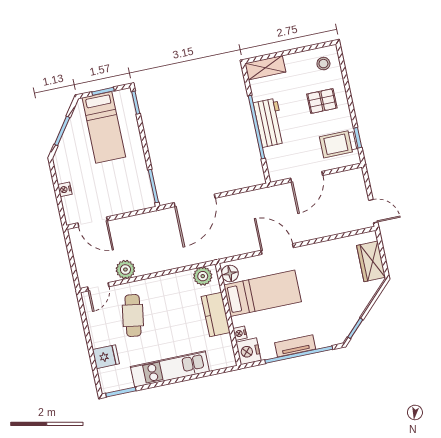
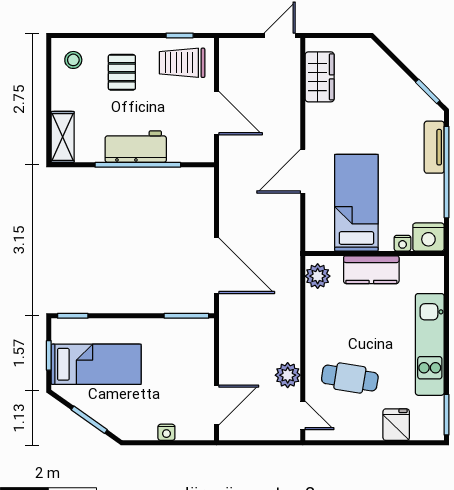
trolley: (338, 144) -> (182, 63), turned 90
wardrobe: (371, 261) -> (320, 77), moved, turned -90
floor lamp: (230, 273) -> (322, 240), removed
tv unit: (295, 346) -> (434, 147), moved

